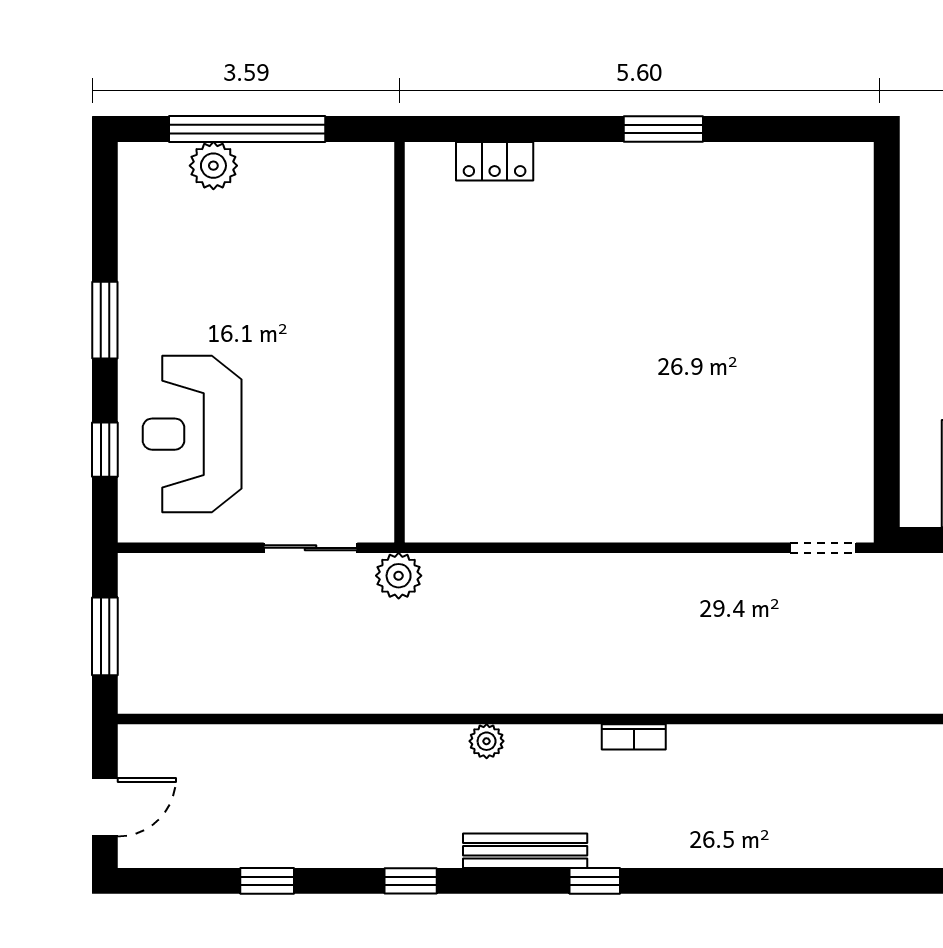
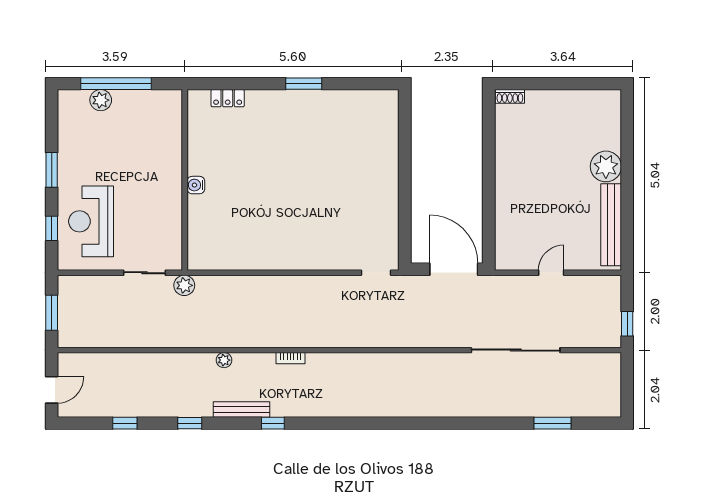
water cooler: (424, 354) -> (196, 185), added

